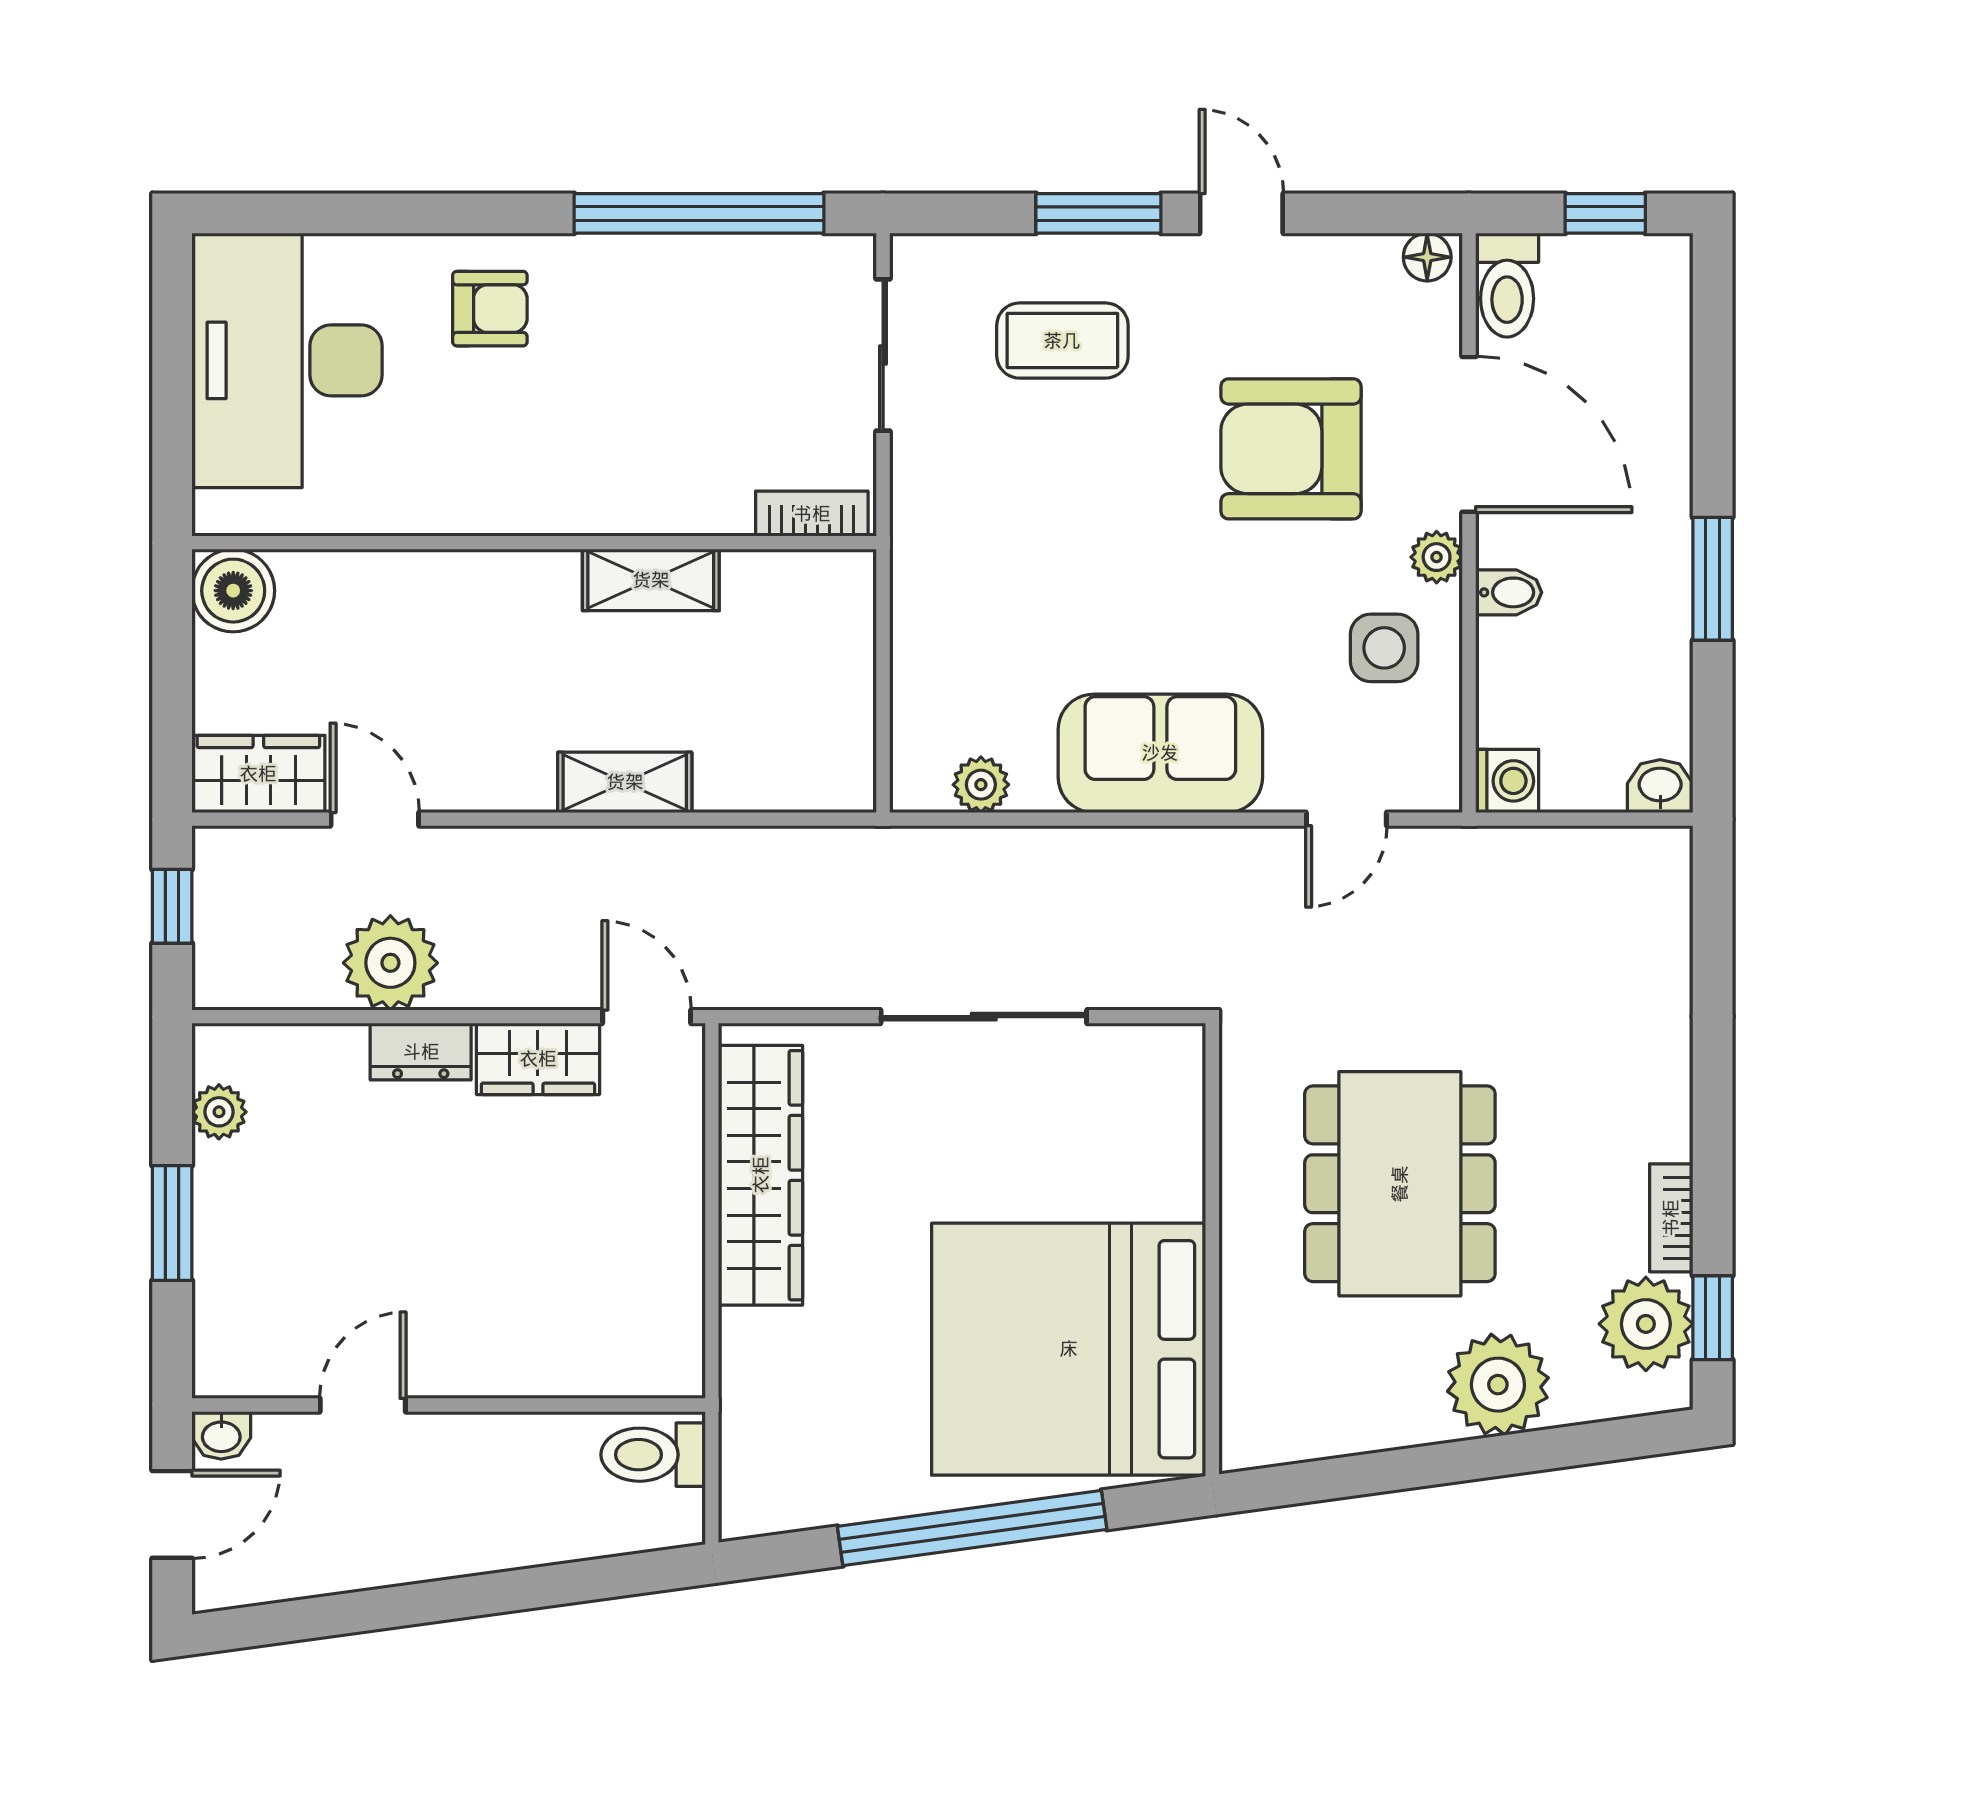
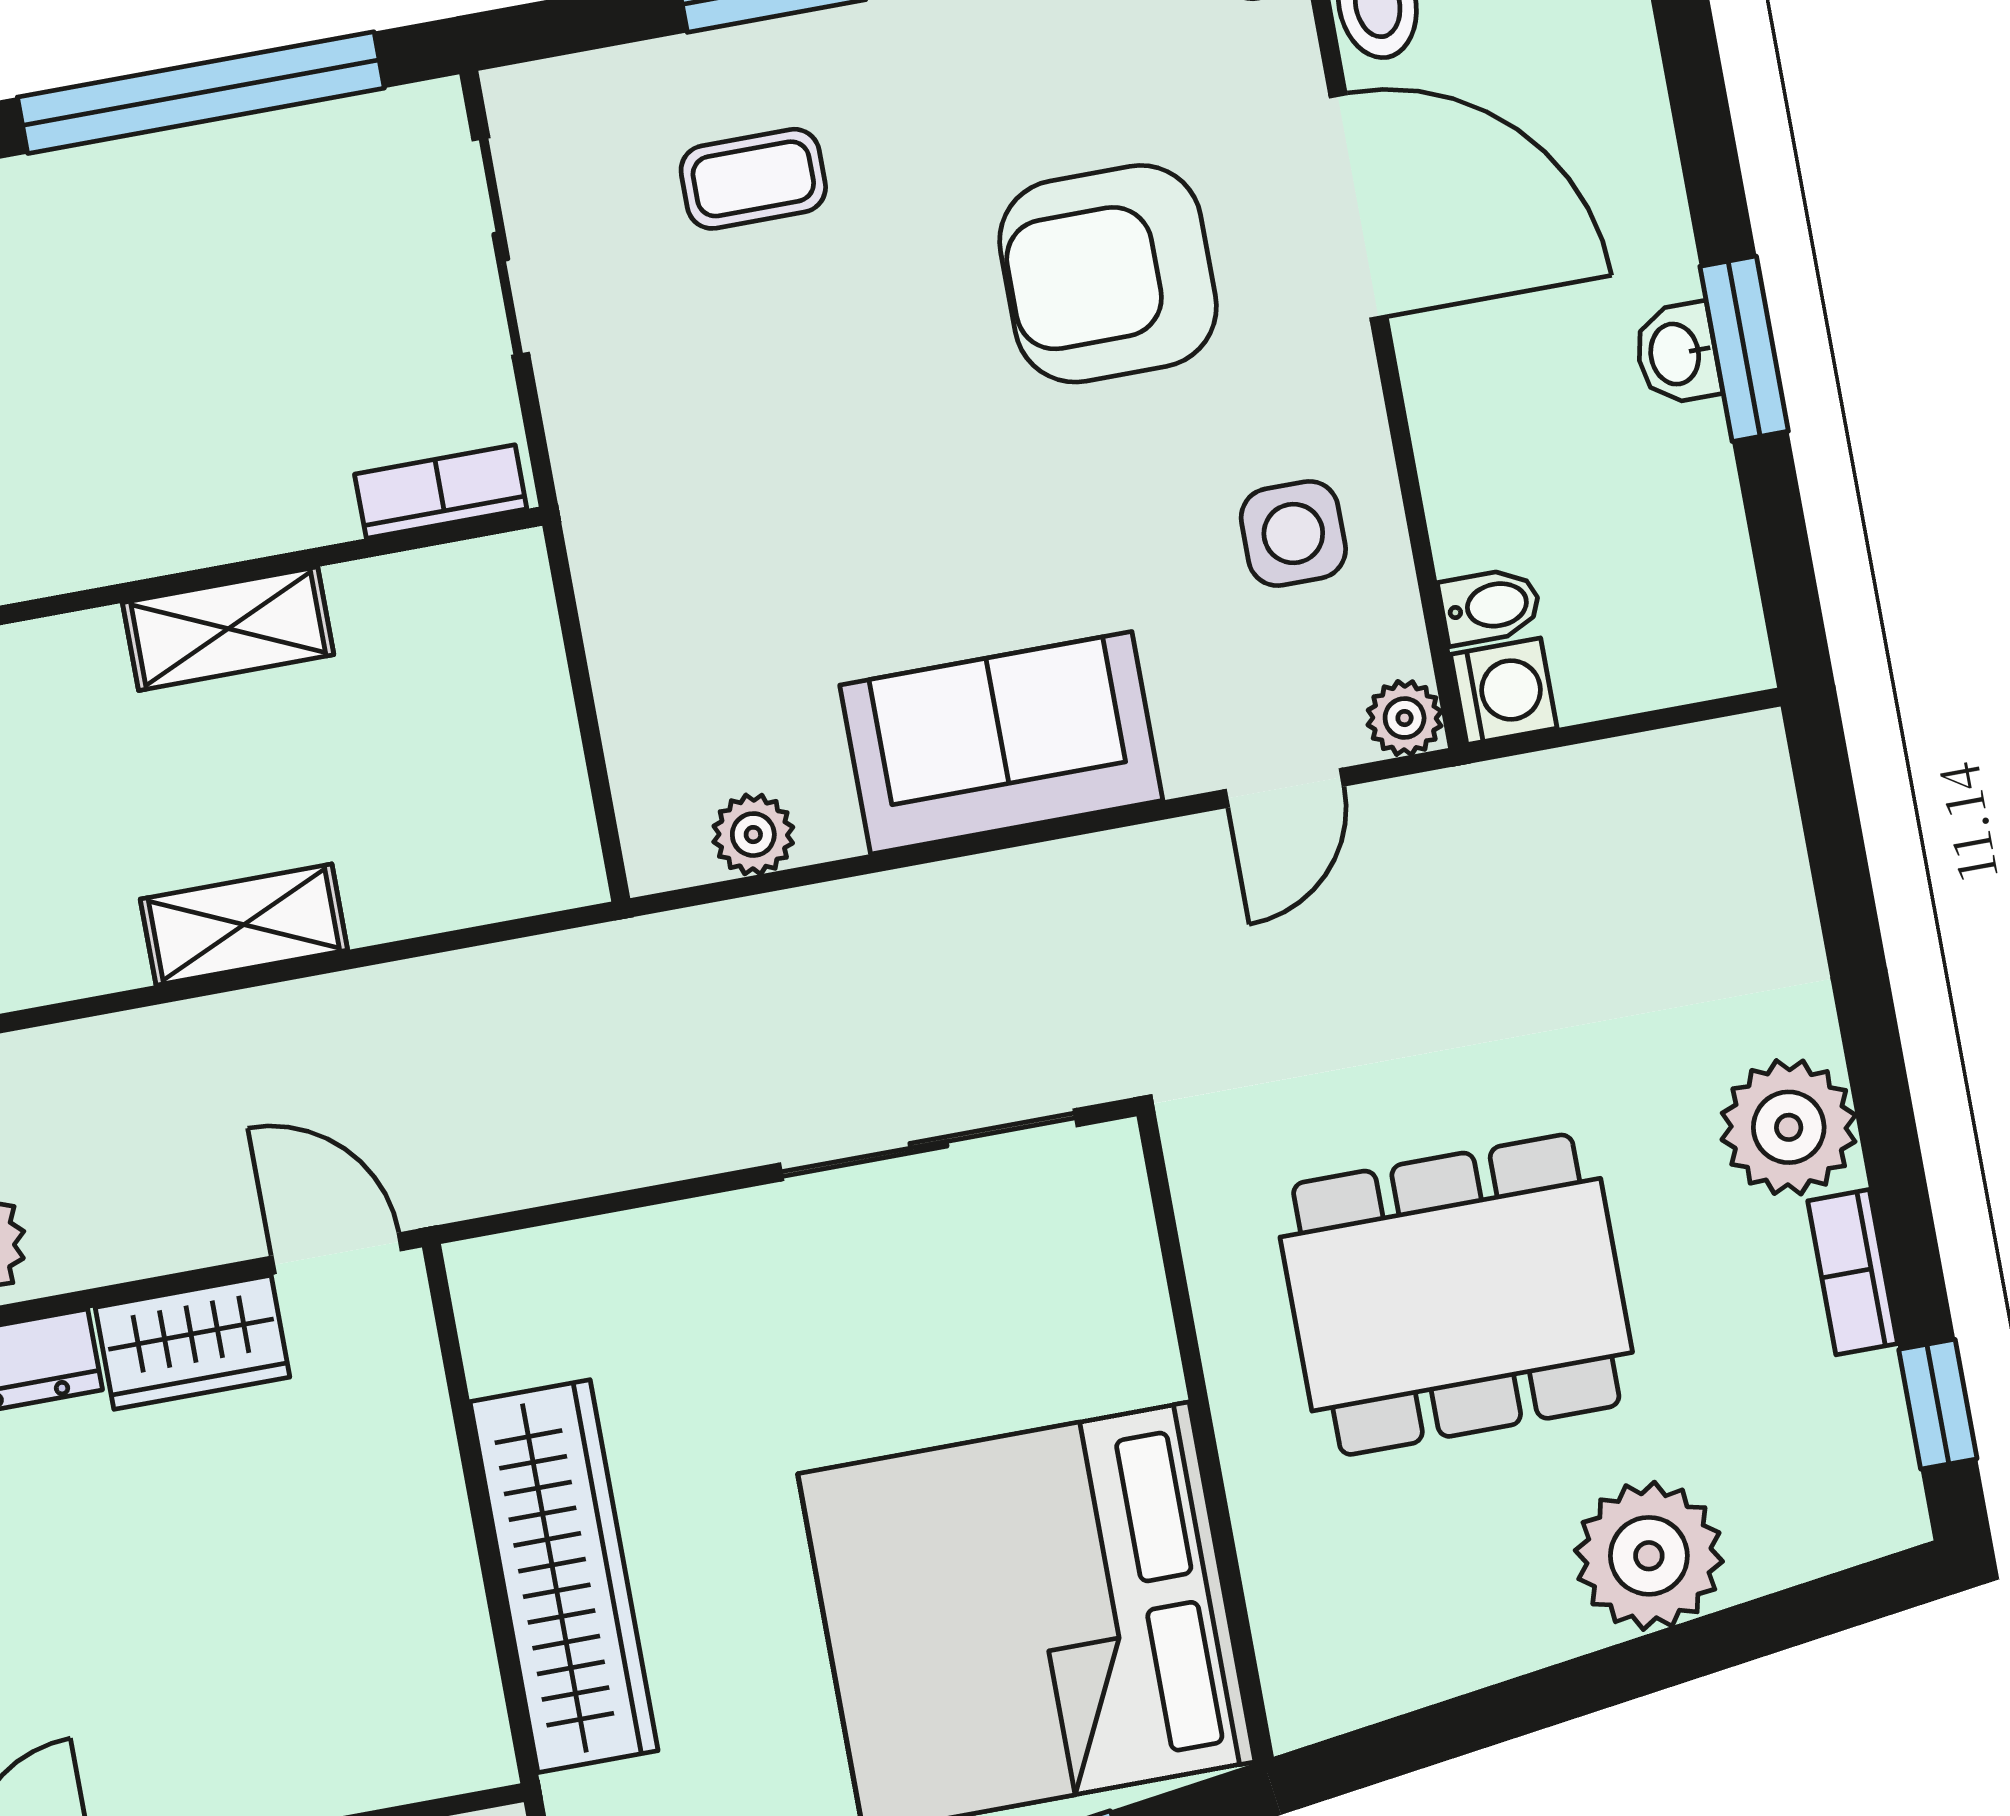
coffee table: (1062, 341) -> (753, 179), width x0.73, depth x0.77
plant: (1437, 557) -> (1405, 718), moved
bidet: (1509, 592) -> (1490, 606), moved
washbasin: (1660, 786) -> (1677, 354), moved, turned -90
sliding door: (984, 1017) -> (928, 1145), moved
wardrobe: (761, 1175) -> (564, 1576), moved
dining table: (1400, 1184) -> (1456, 1295), turned 90
plant: (1646, 1324) -> (1789, 1127), moved

